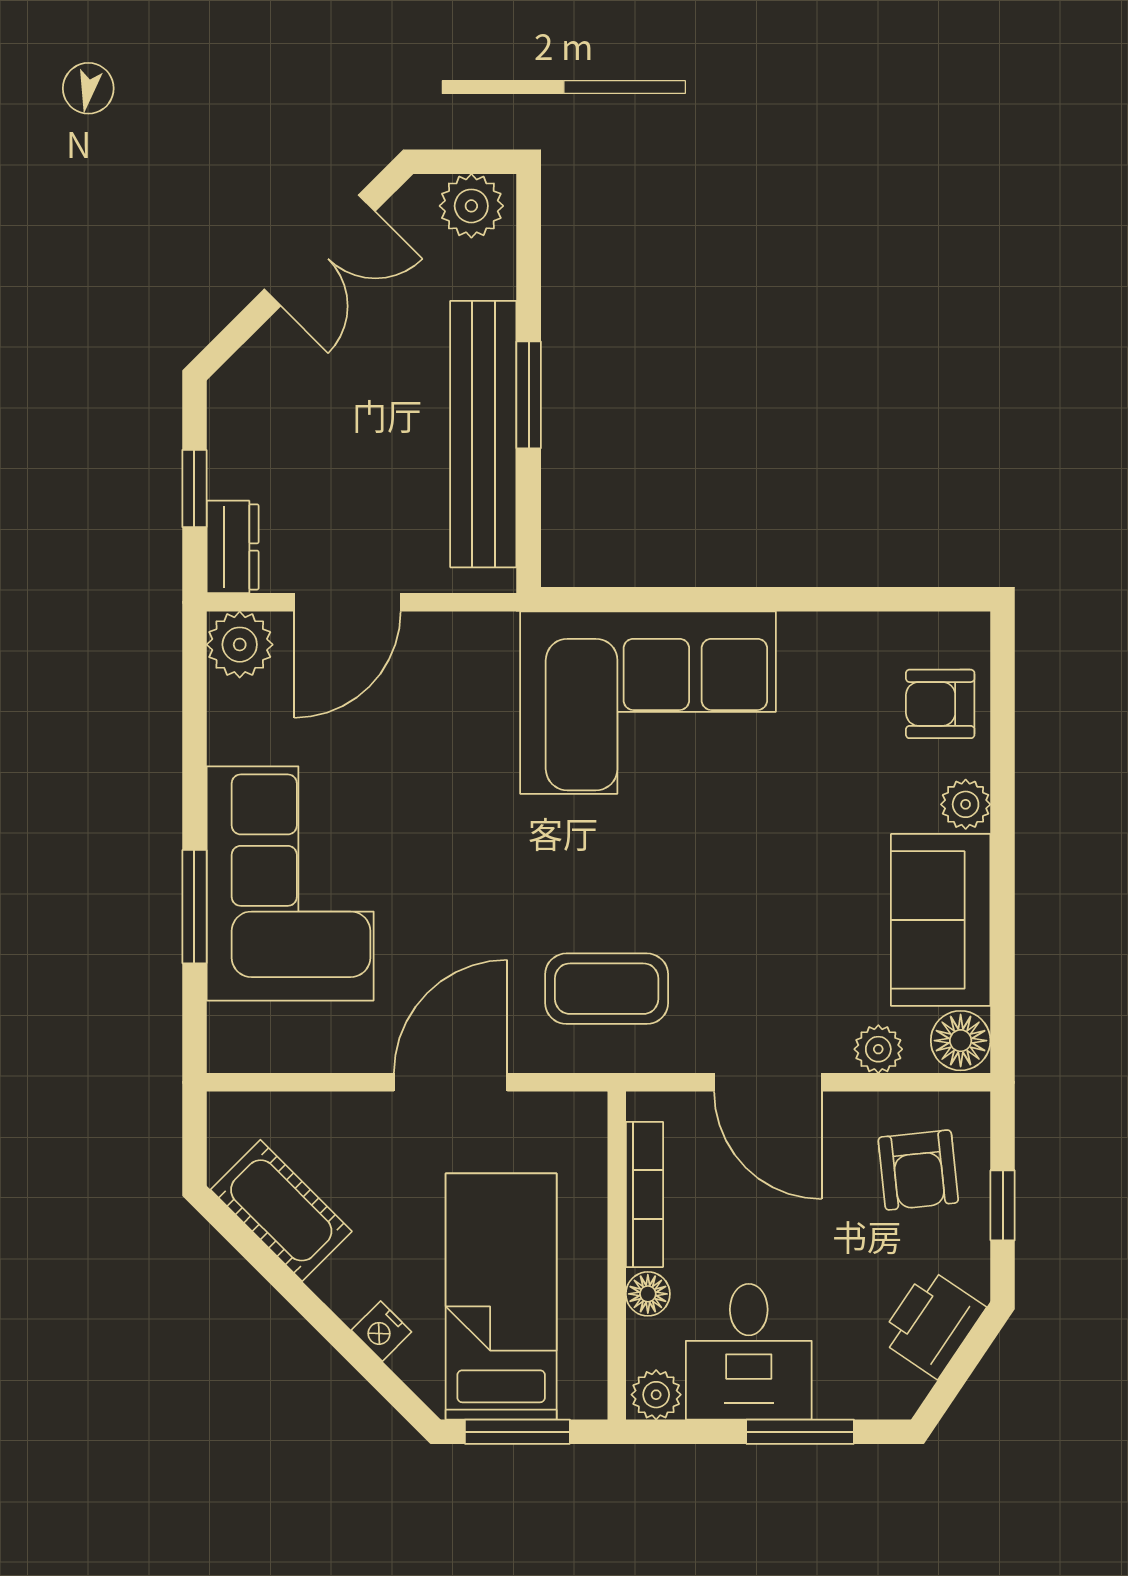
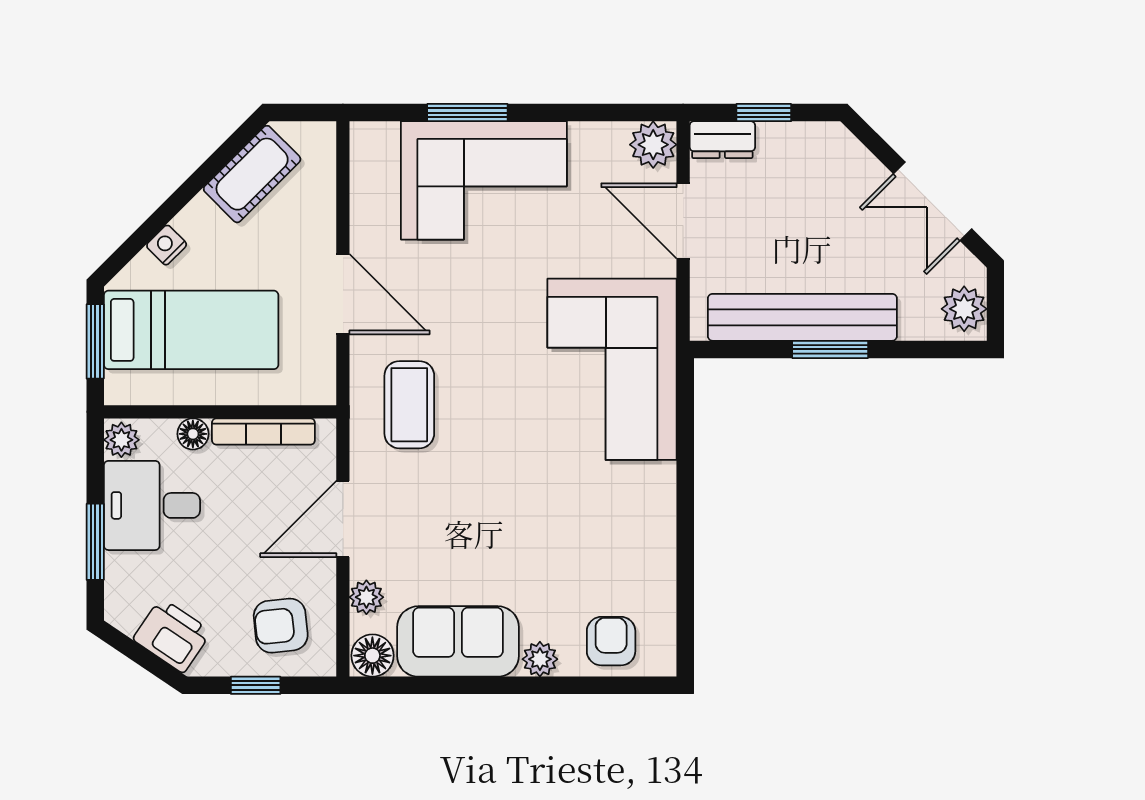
corner sofa: (648, 703) -> (612, 369), moved

